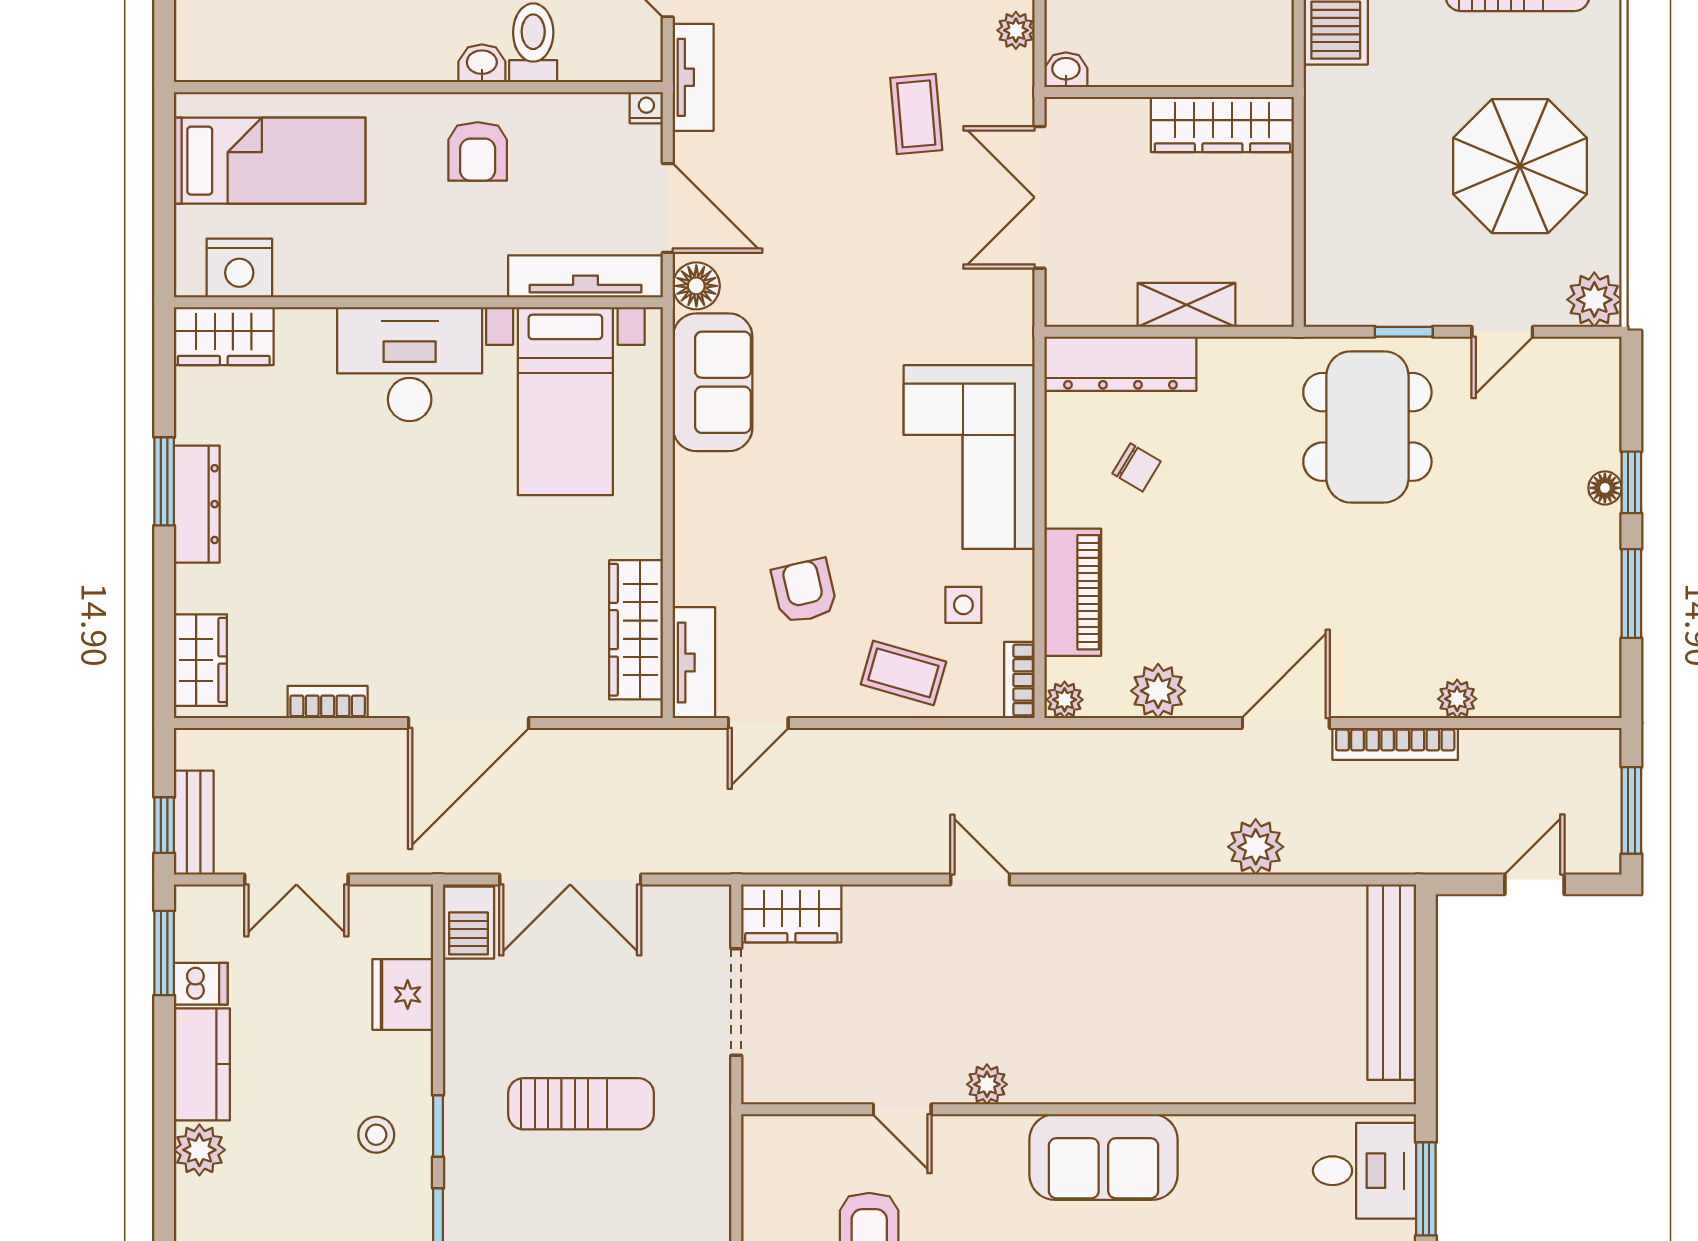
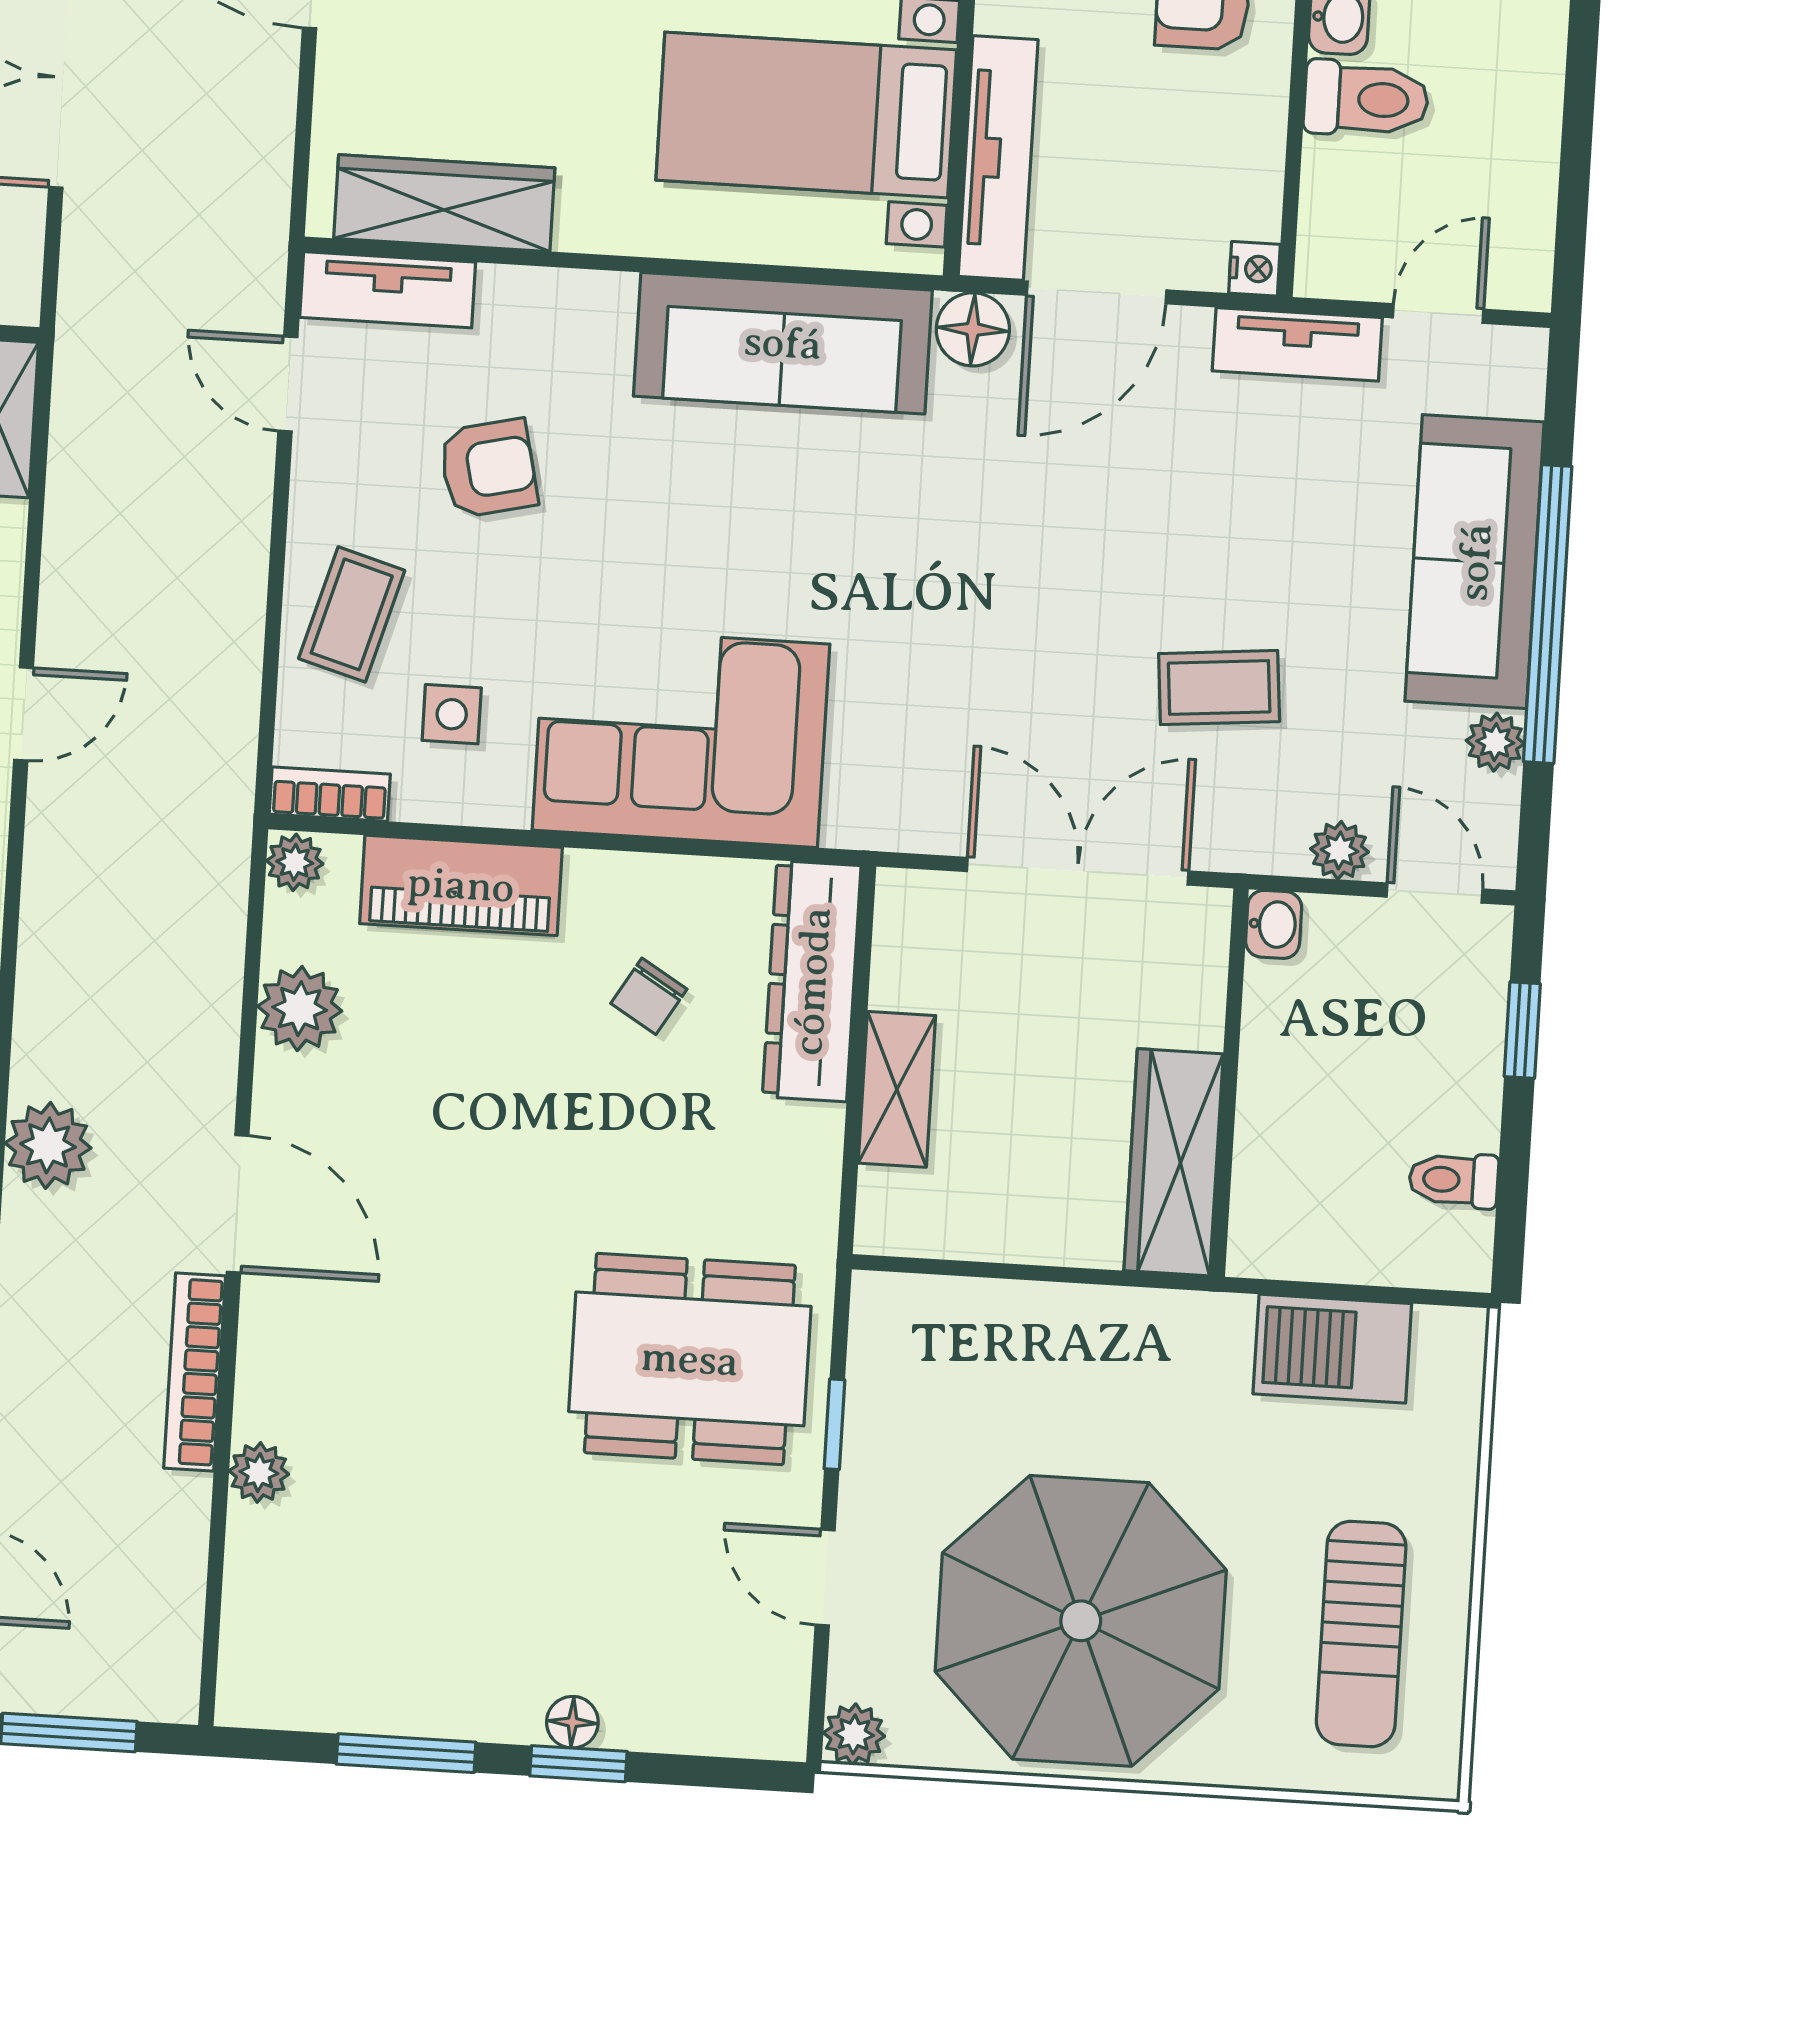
parasol: (1520, 166) -> (1081, 1621), width x1.36, depth x1.36
plant: (1594, 300) -> (854, 1734), width x0.73, depth x0.73
sofa: (713, 382) -> (783, 343), width x1.36

